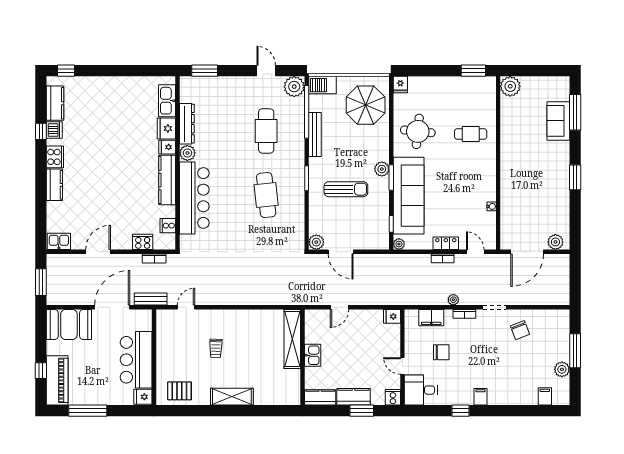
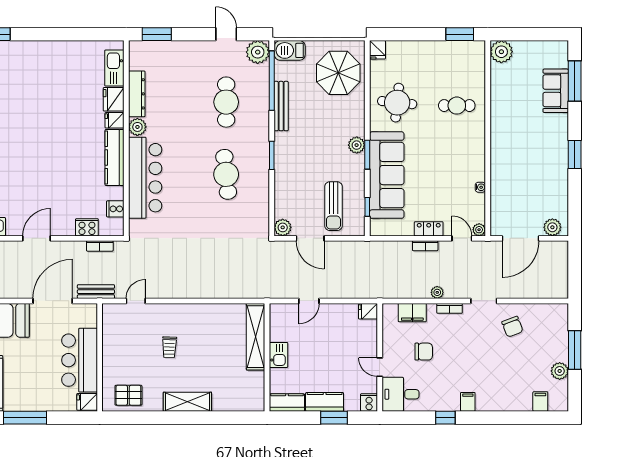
sun lounger: (346, 189) -> (333, 206), moved, turned 90
plant: (399, 244) -> (479, 230), moved

